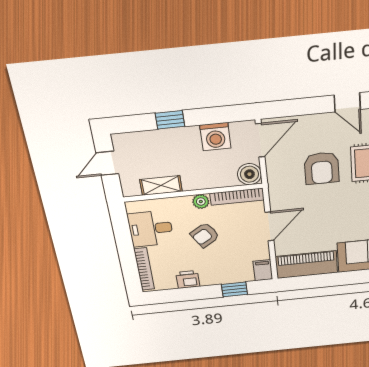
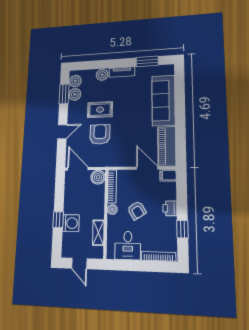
door: (347, 102) -> (62, 132), moved
washing machine: (215, 137) -> (71, 223), moved
armchair: (322, 168) -> (100, 134), turned -90
door: (269, 226) -> (147, 168), moved
printer: (188, 279) -> (170, 208), moved
window: (234, 289) -> (182, 229), moved

